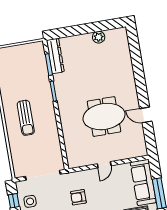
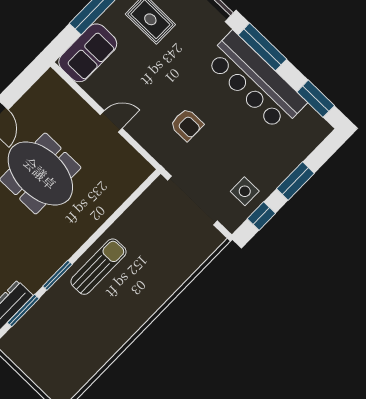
sun lounger: (26, 118) -> (98, 267), moved
sofa: (143, 182) -> (88, 53), width x0.73

